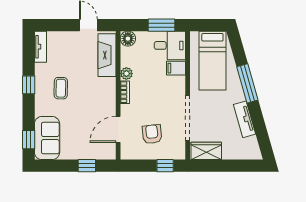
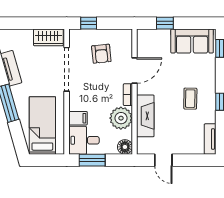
fireplace: (107, 55) -> (145, 116), moved
plant: (126, 74) -> (121, 118), width x1.88, depth x1.88
door: (118, 129) -> (134, 70), moved
sofa: (47, 138) -> (192, 41), moved, turned -90

